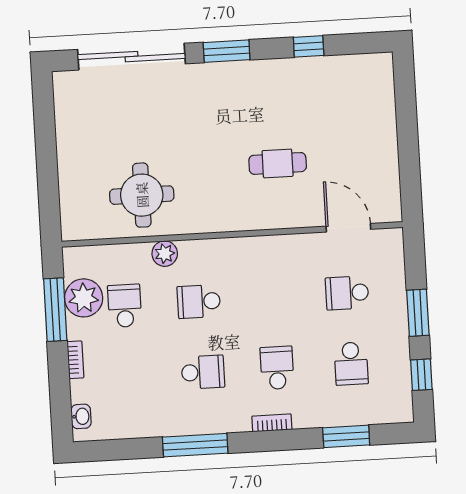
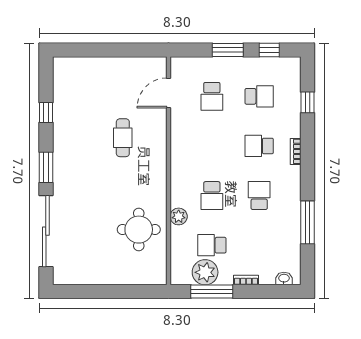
window: (346, 436) -> (308, 102), width x0.67
window: (195, 445) -> (308, 222), moved

